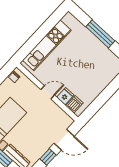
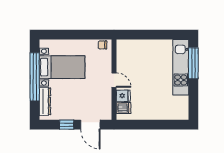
window: (100, 34) -> (193, 63), moved
kitchen unit: (47, 45) -> (181, 67), moved, turned 90

